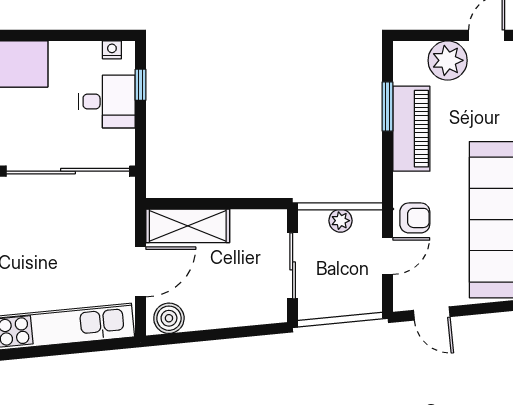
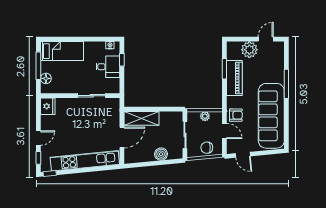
sliding door: (68, 171) -> (92, 96), width x0.54
door: (388, 256) -> (224, 131), hinge flipped
chair: (345, 296) -> (207, 148), added
boiler: (169, 318) -> (161, 154), moved

